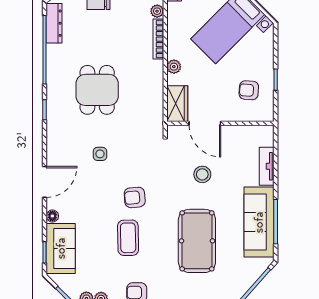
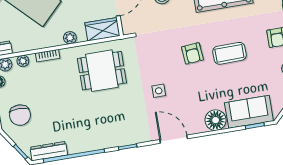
bookcase: (158, 39) -> (48, 56), width x0.64
dining table: (97, 90) -> (102, 71), moved
door: (45, 182) -> (174, 139), moved
floor lamp: (52, 216) -> (216, 120), width x1.89, depth x1.89

